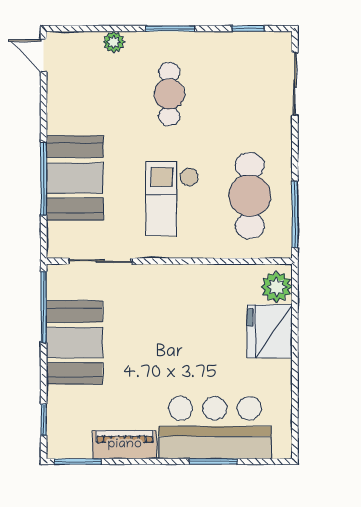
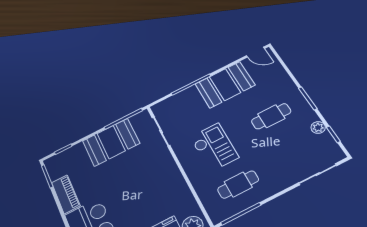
plant: (114, 42) -> (318, 128), moved
door: (44, 56) -> (255, 52), swing flipped
booth: (75, 178) -> (225, 85), moved
cafe table: (250, 196) -> (238, 185), width x0.73, depth x0.74
checkout: (172, 199) -> (214, 147), turned 90

